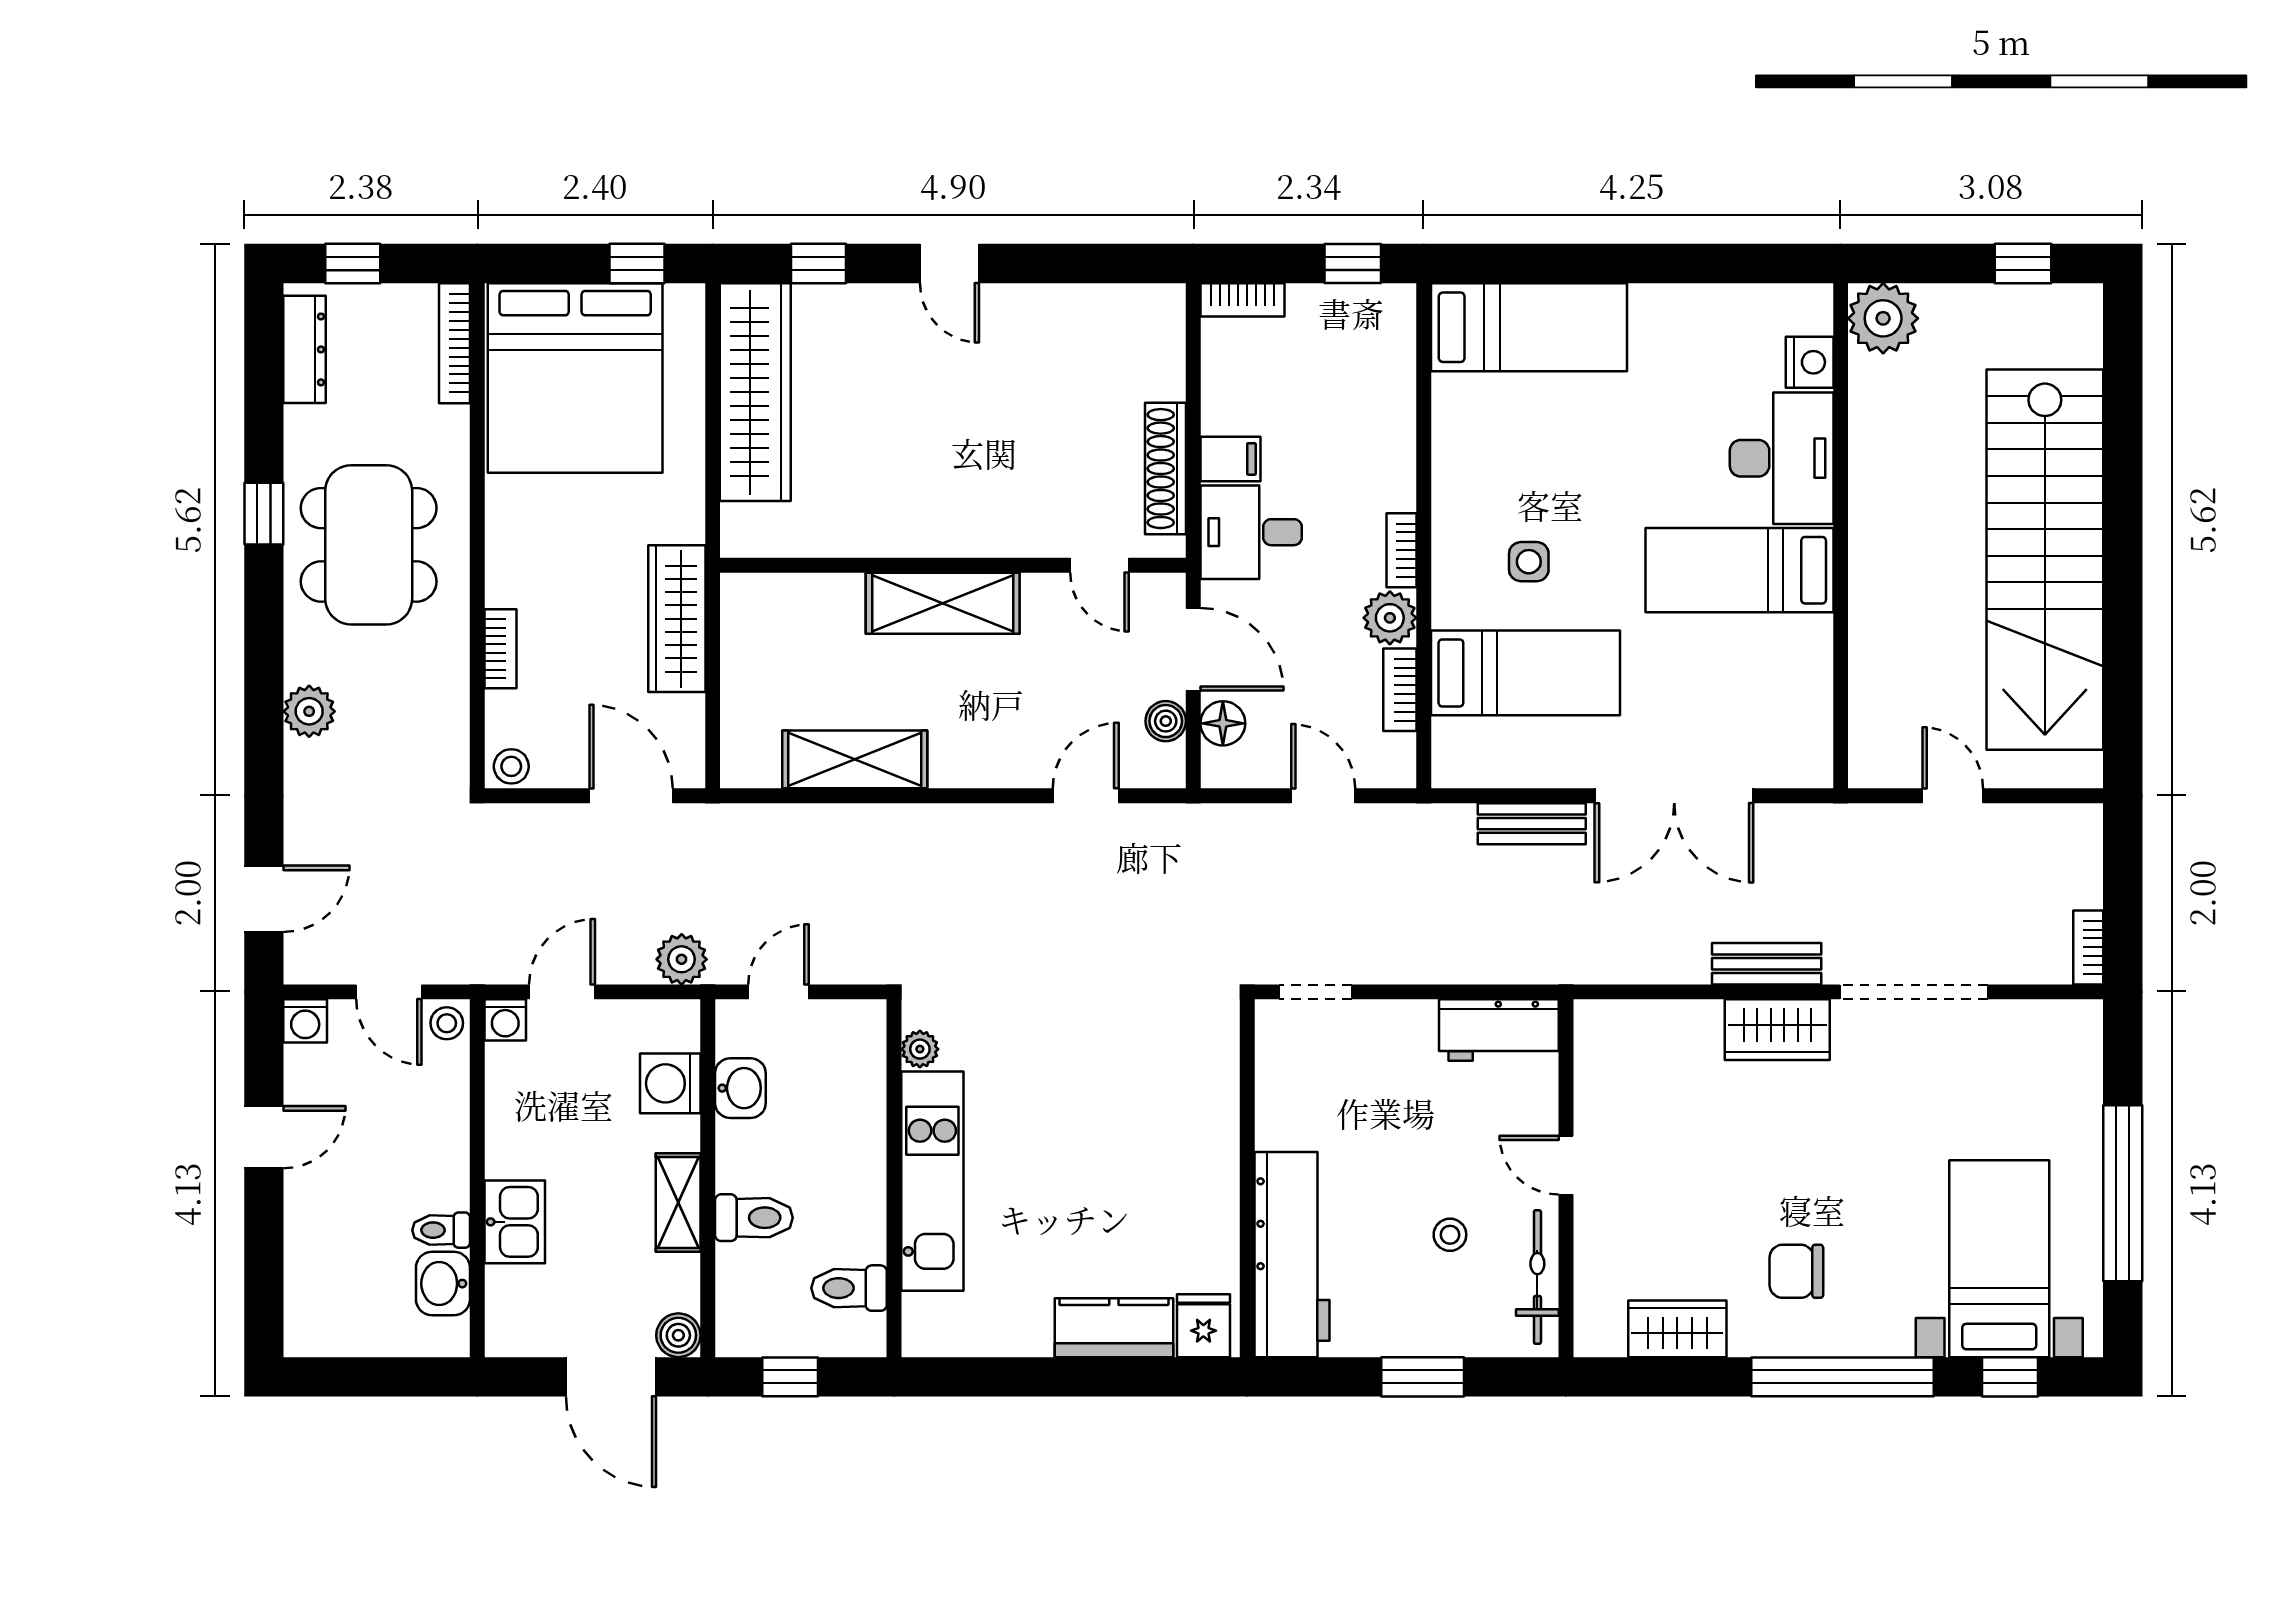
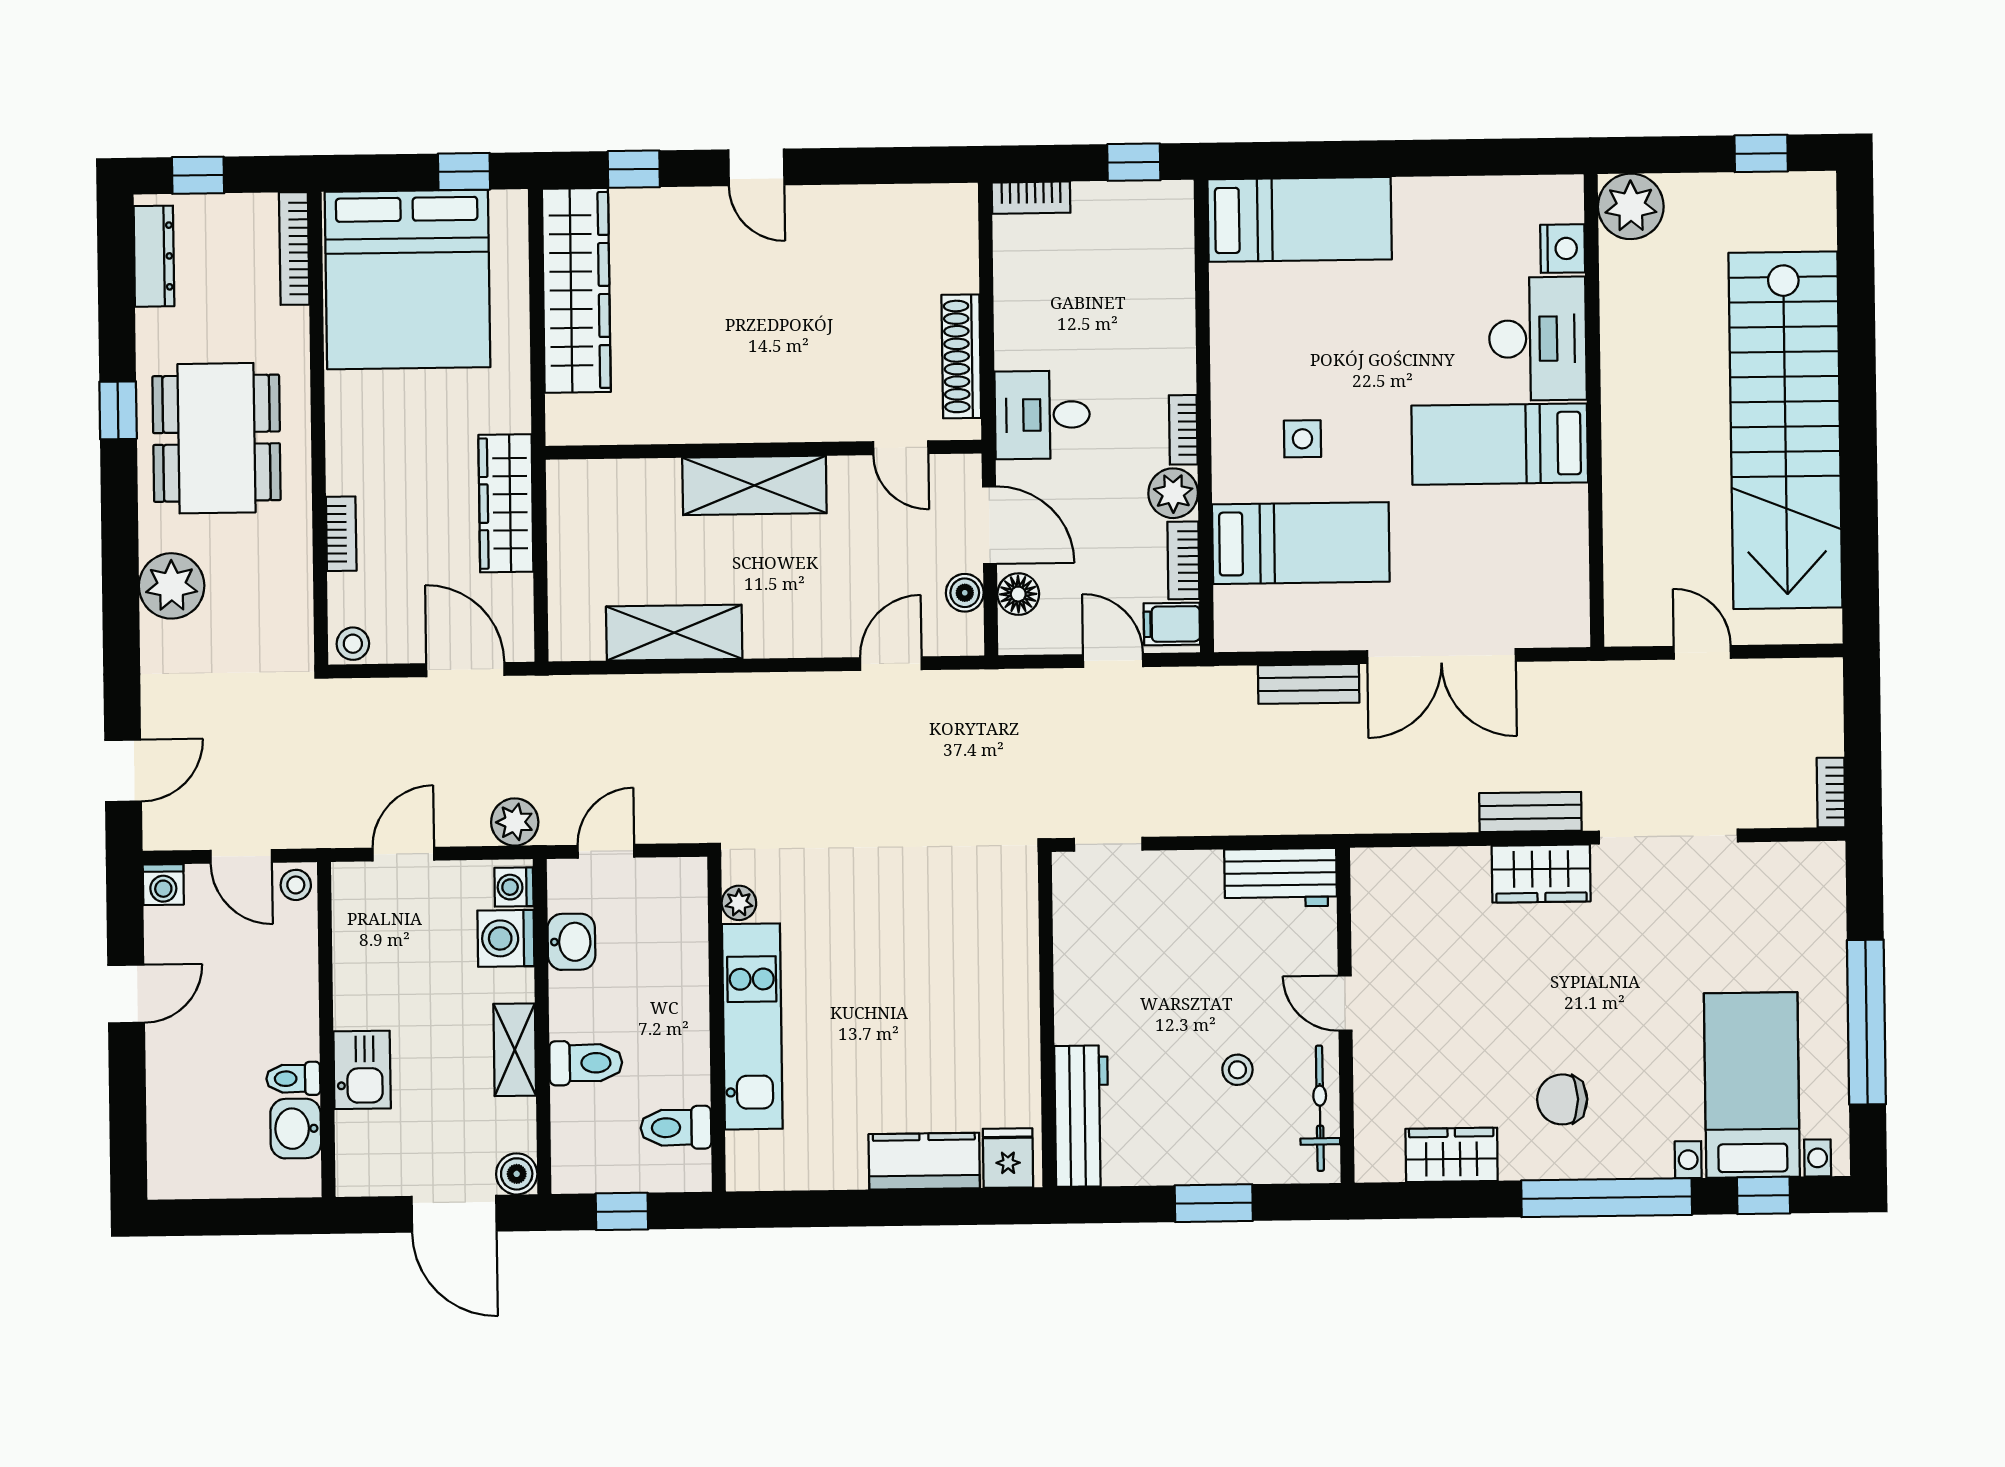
filing cabinet: (1231, 459) -> (1172, 624), moved, turned 180
plant: (309, 711) -> (172, 586), width x1.36, depth x1.36
washing machine: (505, 1020) -> (514, 887), moved, turned 90
workbench: (1292, 1255) -> (1082, 1116), width x0.73, depth x0.76

